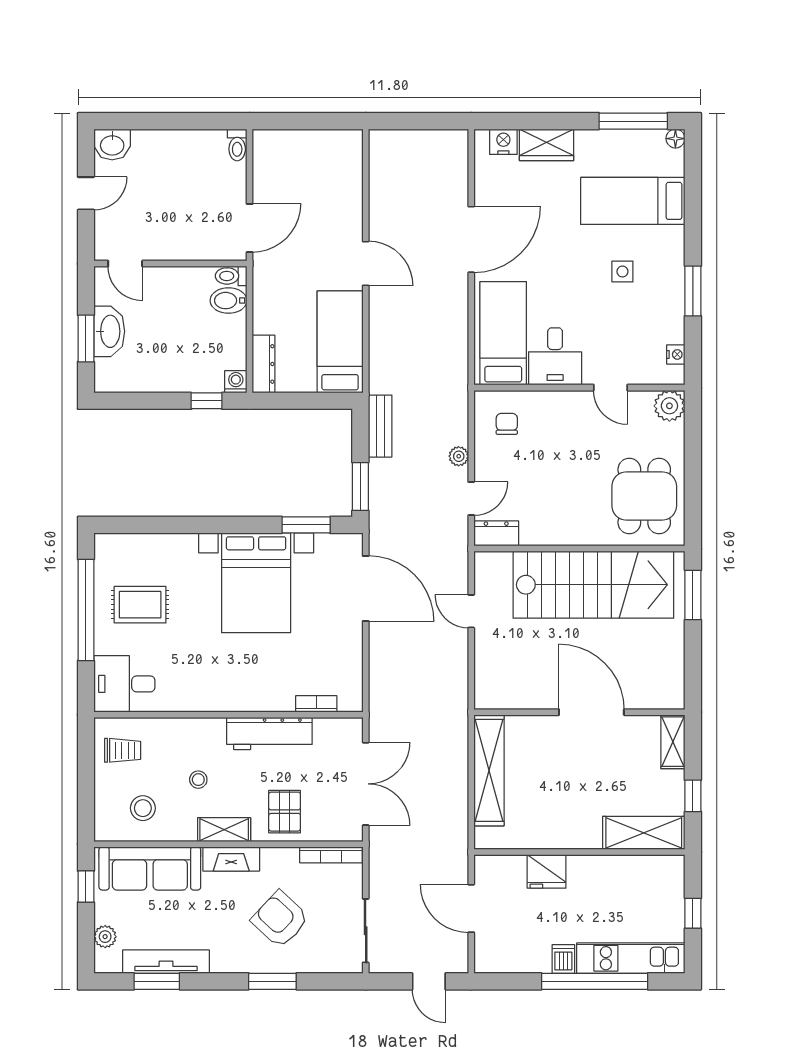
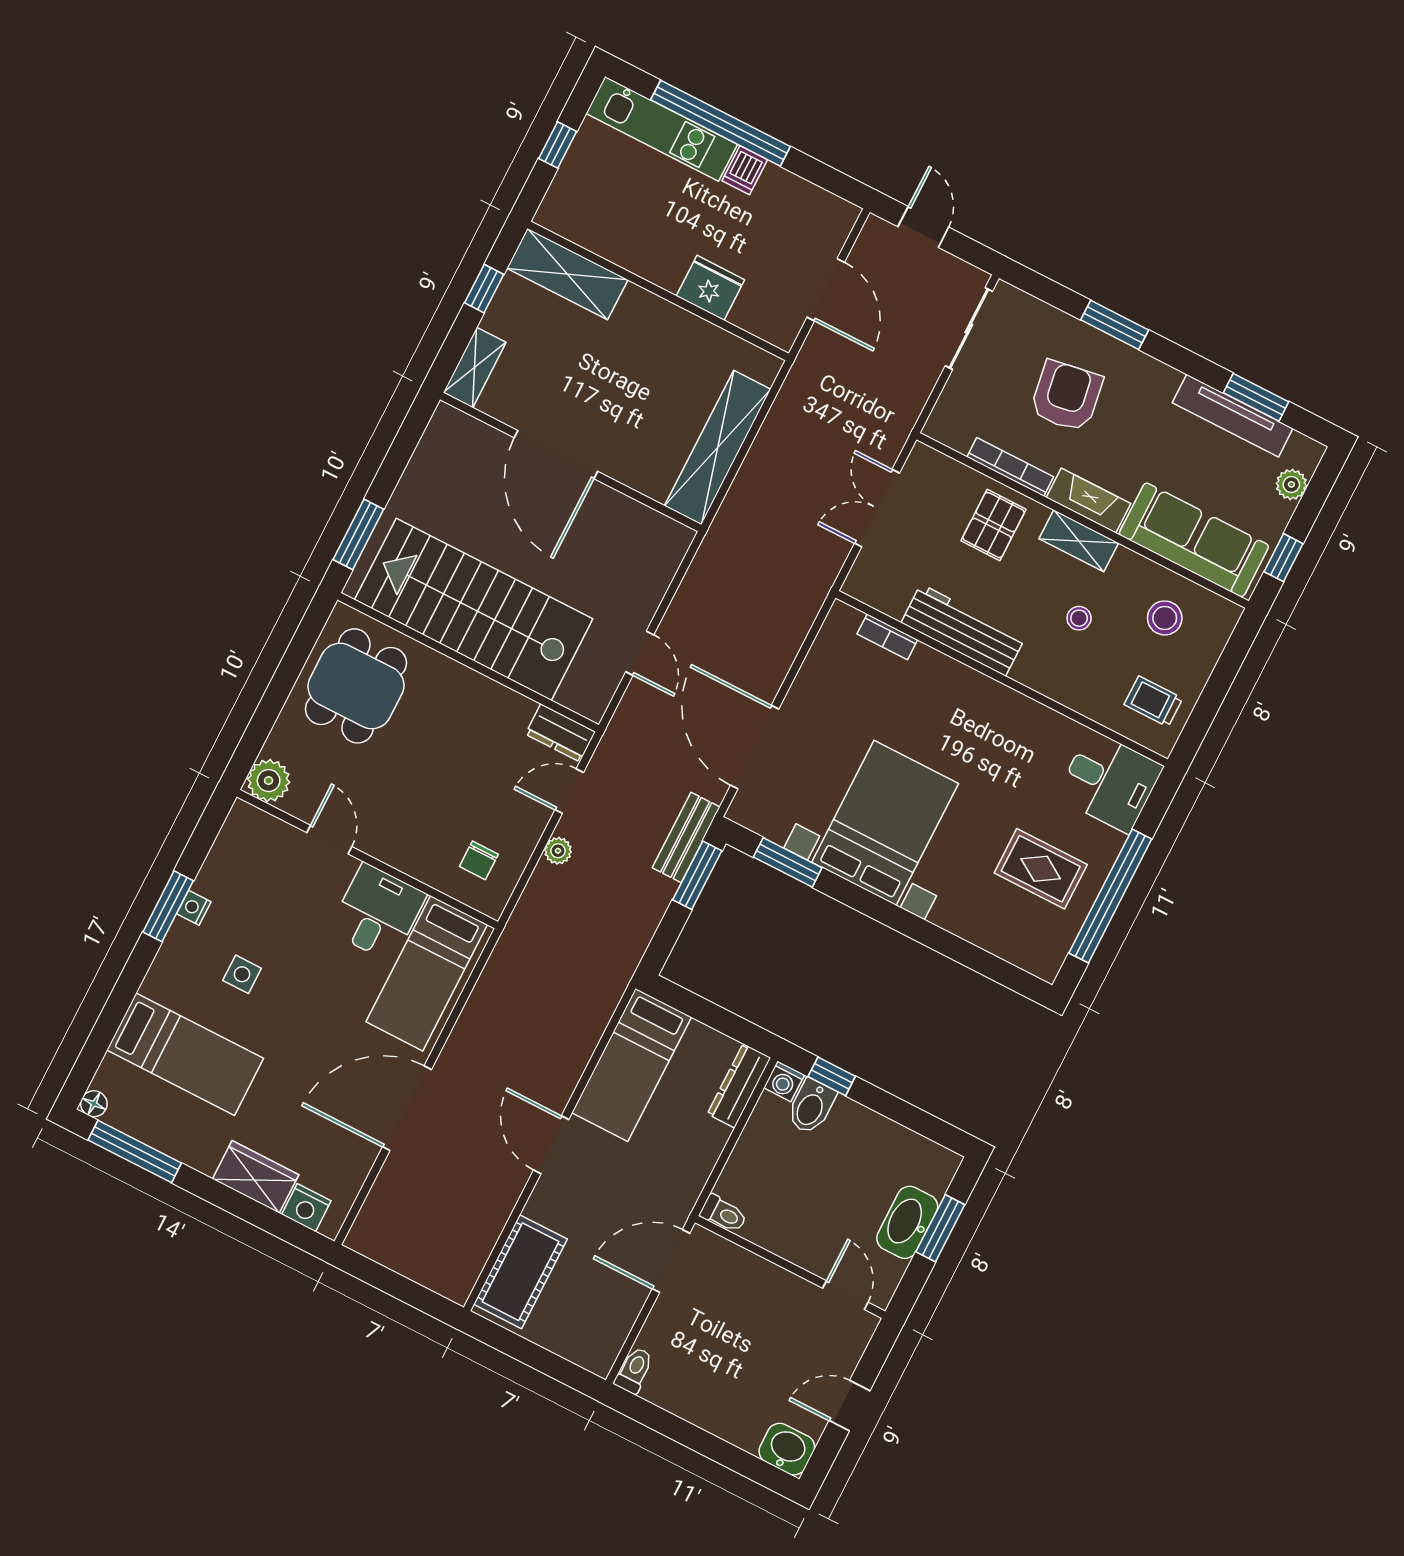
cot: (343, 171) -> (520, 1272), added
bidet: (229, 301) -> (811, 1107), moved, turned 90
nightstand: (676, 354) -> (194, 908), moved
bench: (380, 426) -> (686, 837), moved
double door: (366, 784) -> (877, 508), width x0.73
bookcase: (331, 855) -> (1010, 467), moved
armchair: (280, 919) -> (1066, 396), turned -142

